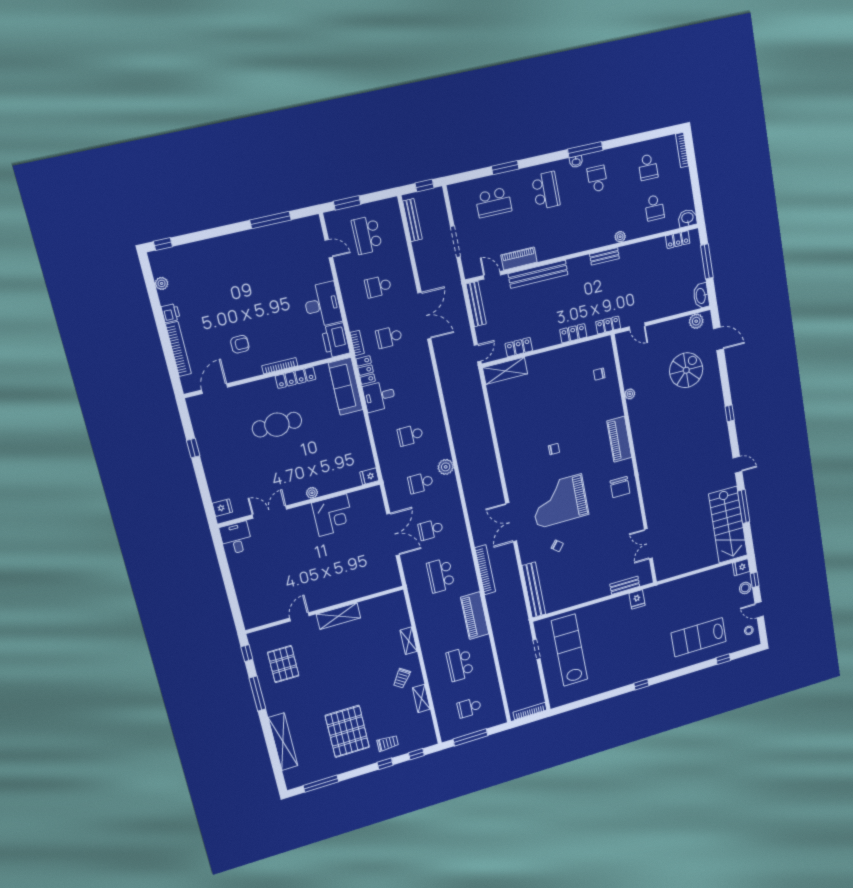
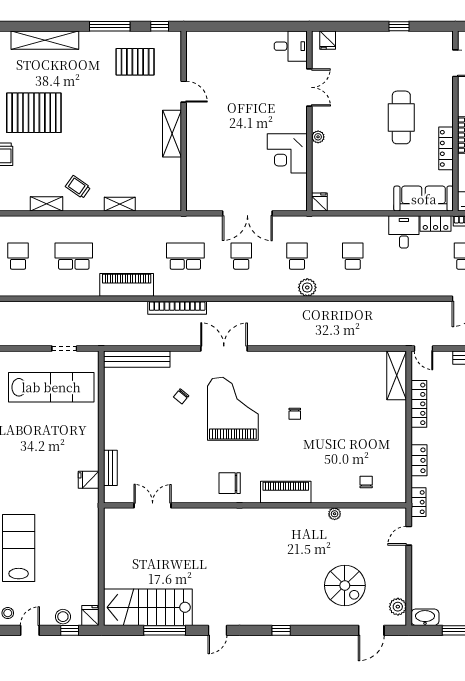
locker: (519, 347) -> (419, 404), width x1.53

